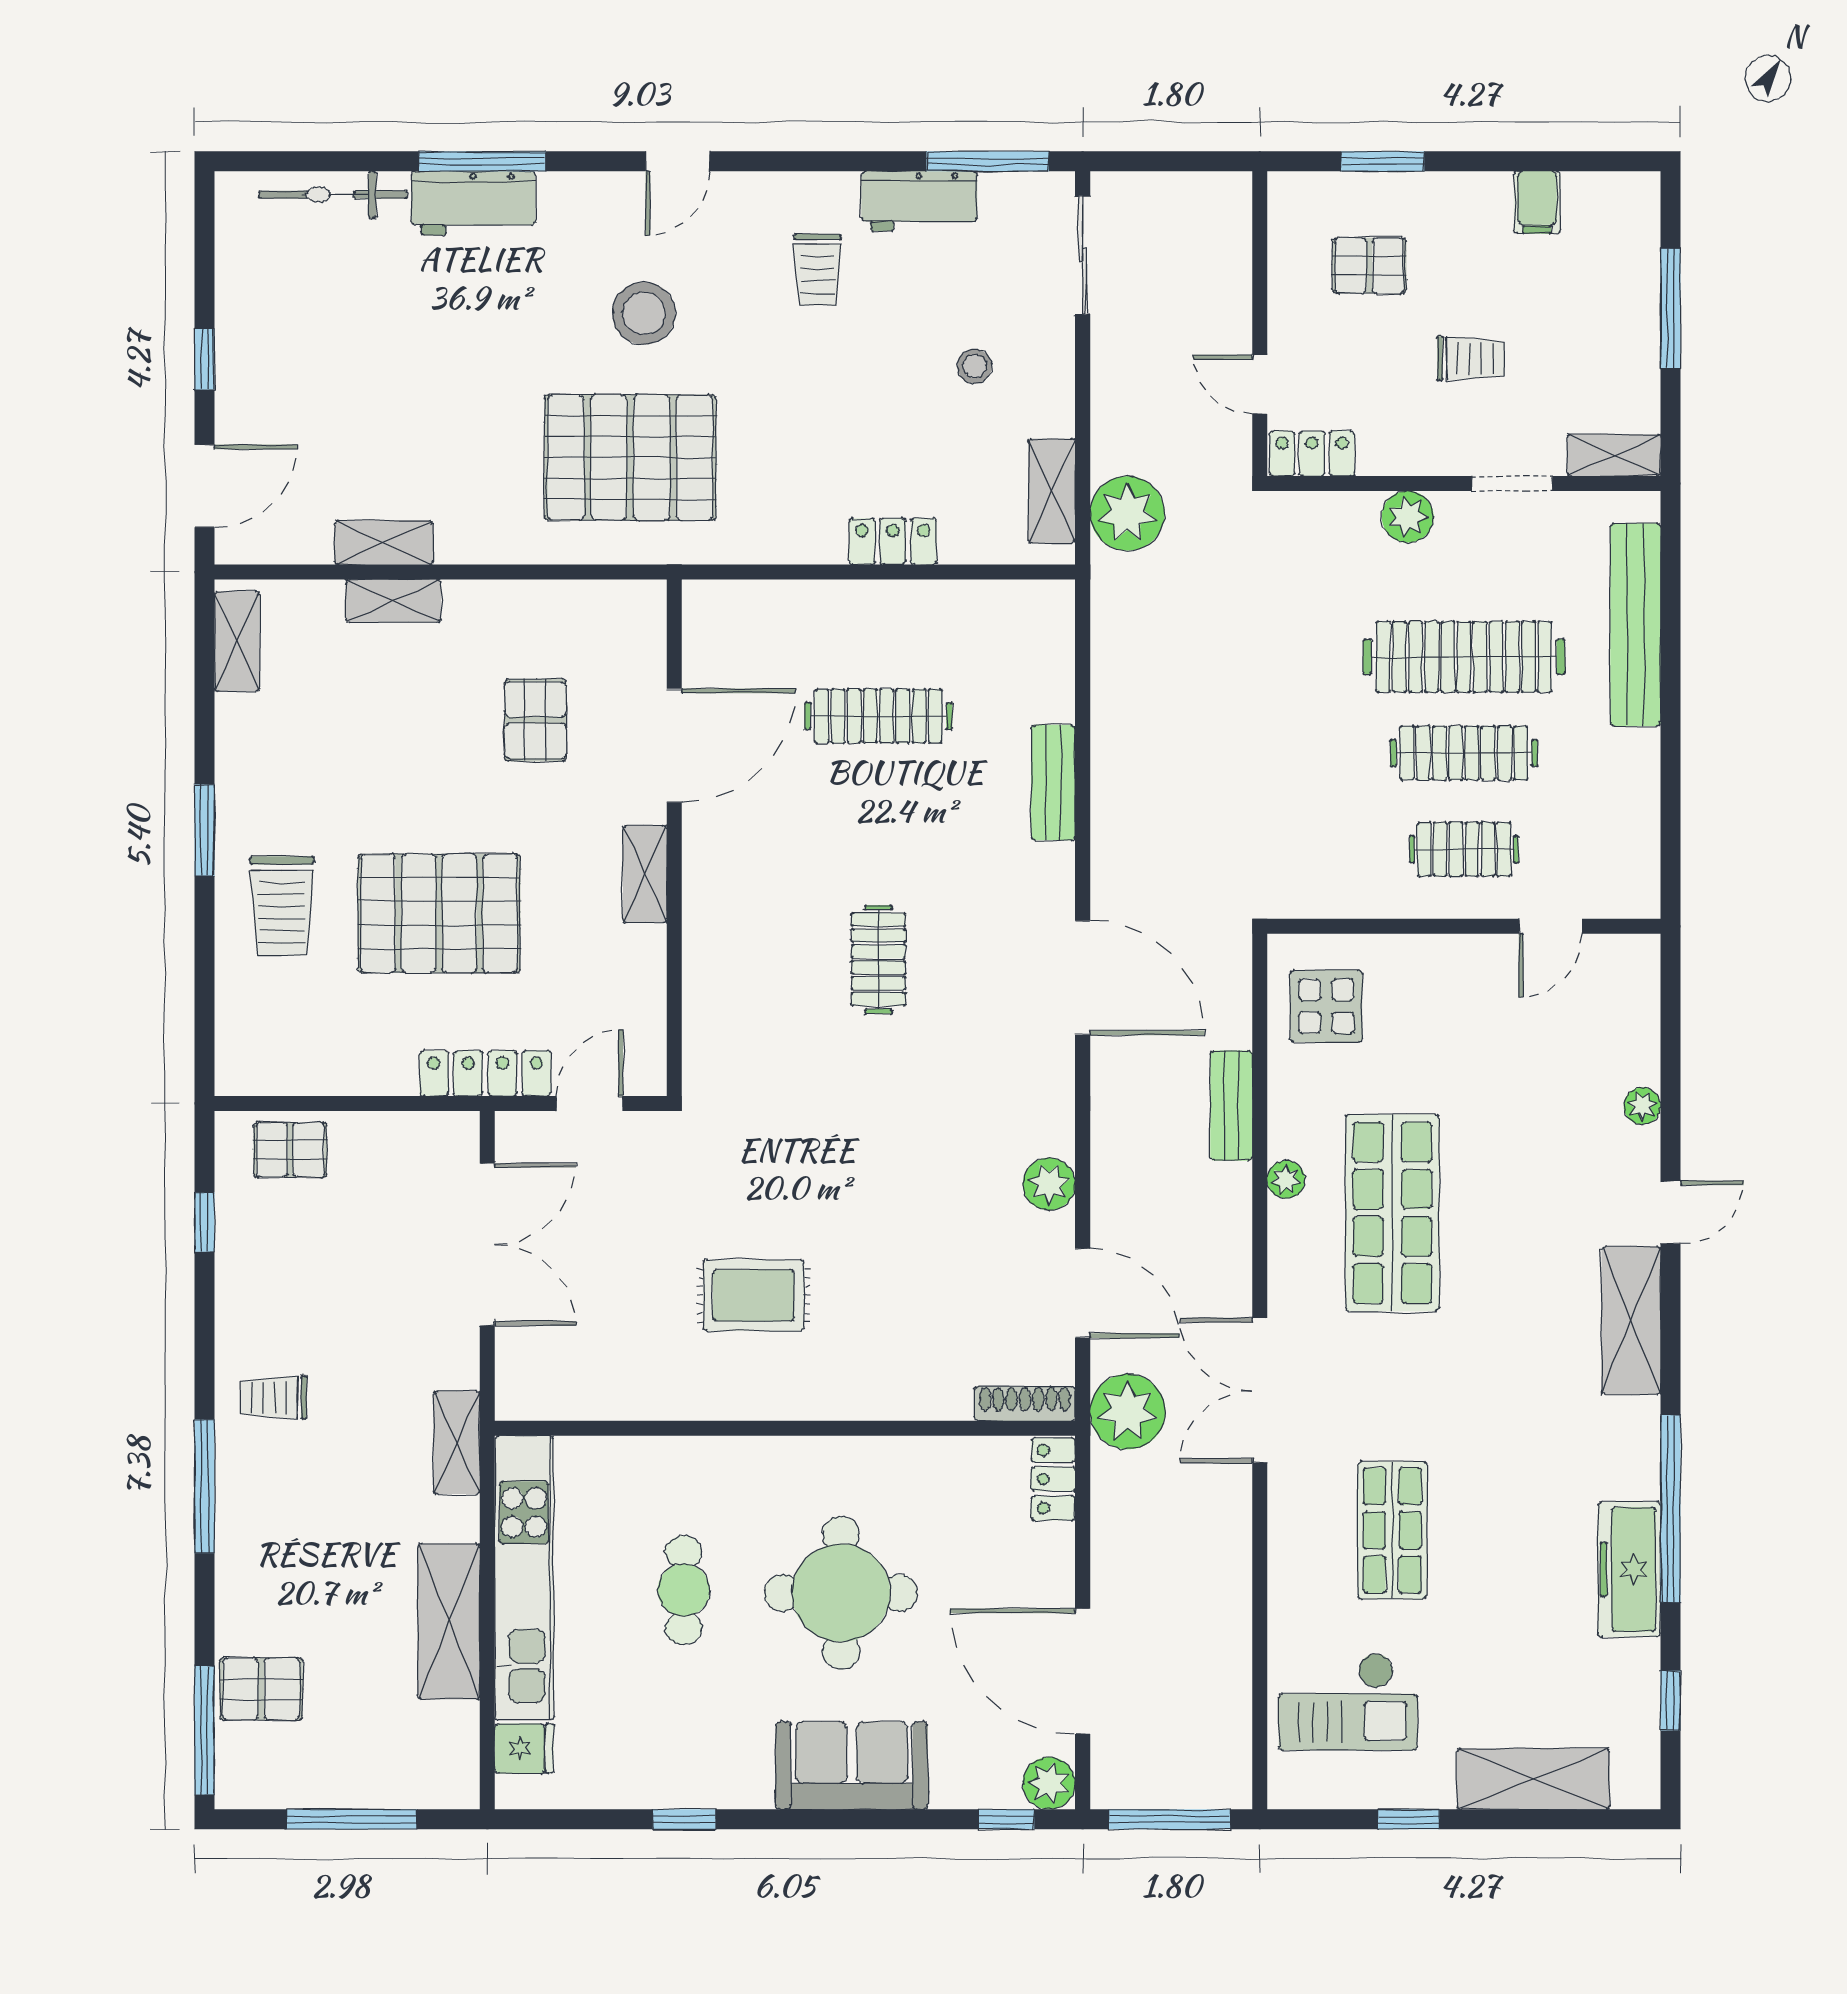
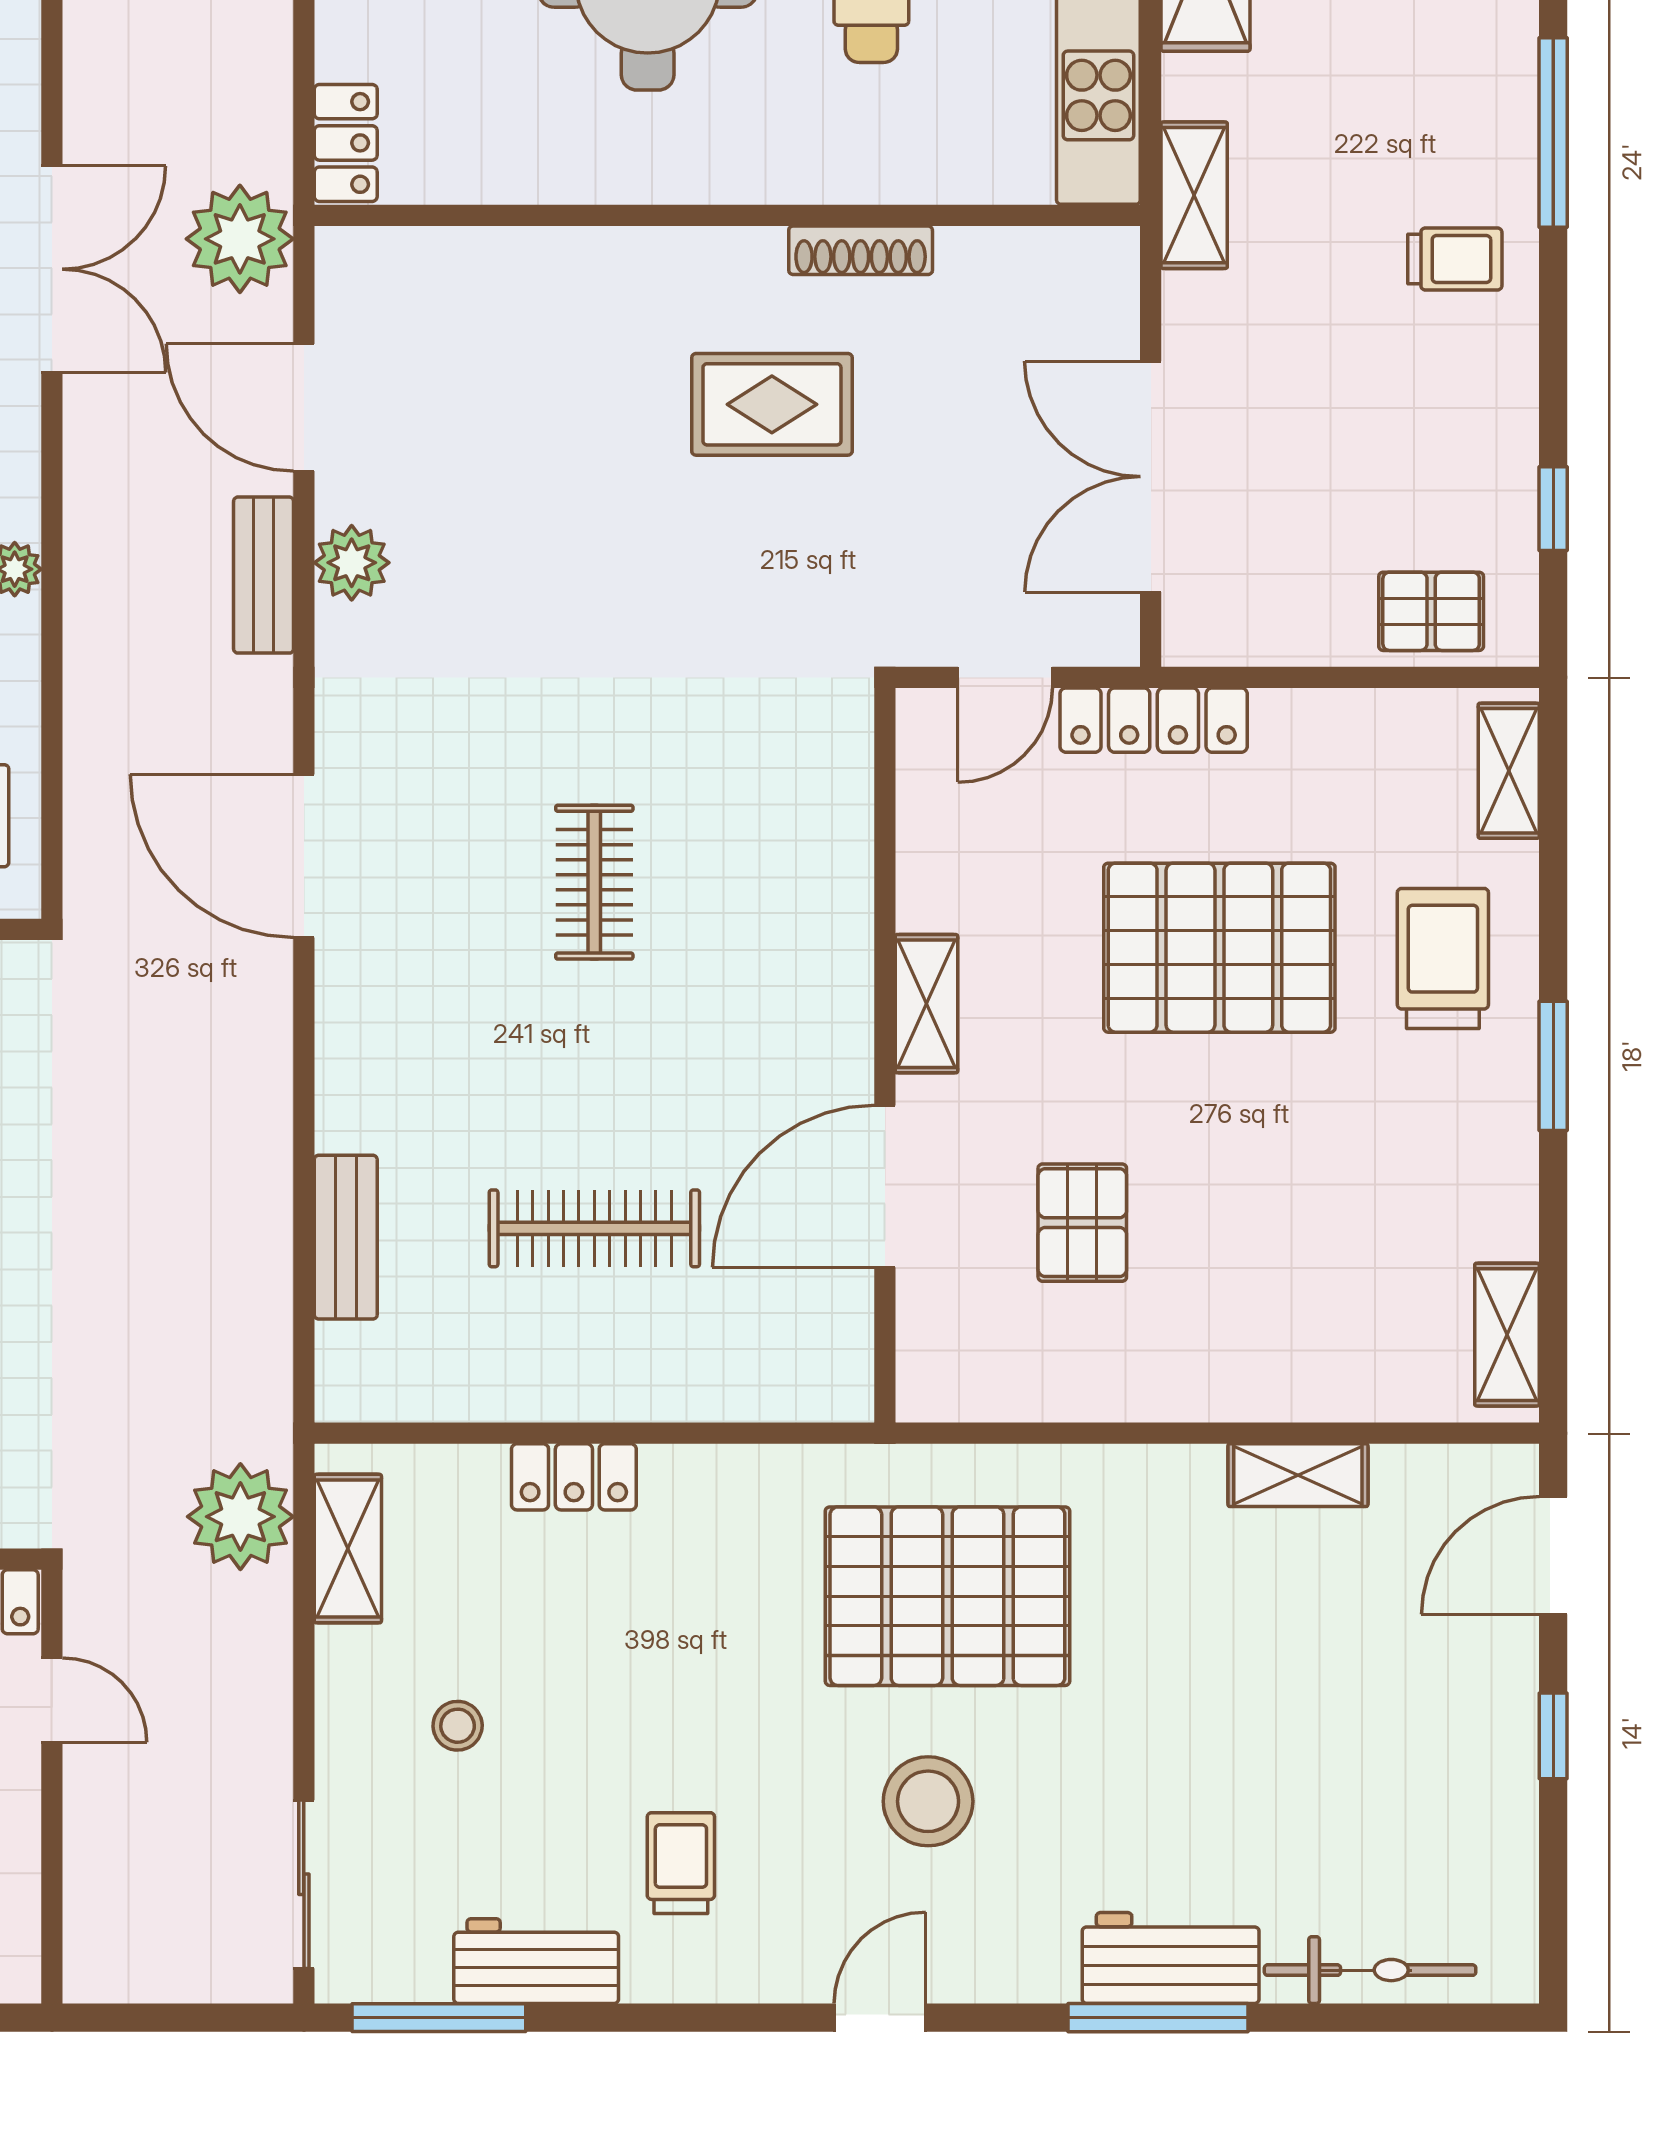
shelving: (393, 601) -> (1509, 771), moved, turned 90
bench: (1053, 782) -> (346, 1237), moved
bench: (1231, 1106) -> (264, 575), moved
shoe rack: (1025, 1404) -> (861, 250), moved

